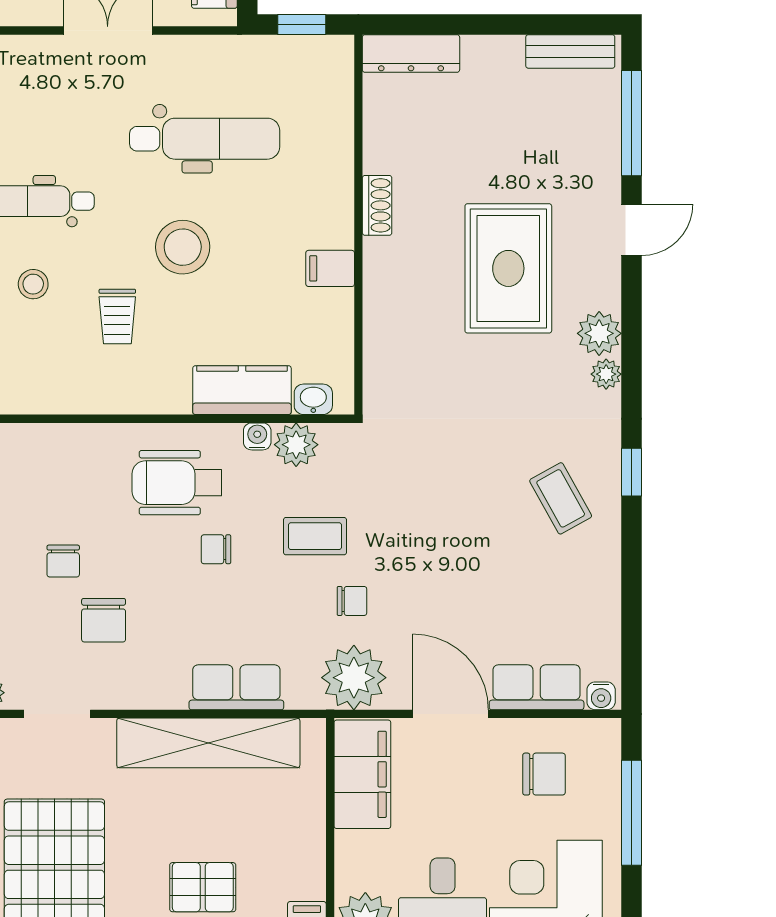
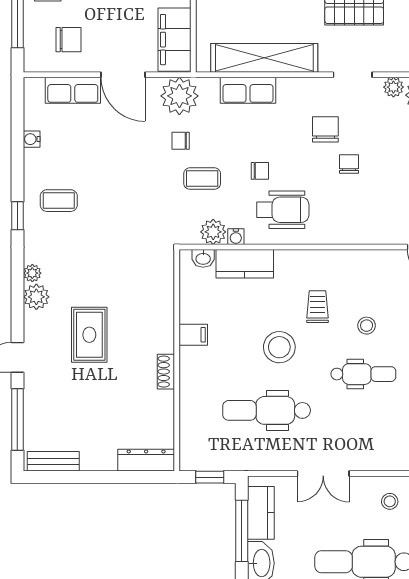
rug: (508, 268) -> (89, 335), width x0.73, depth x0.70
coffee table: (561, 498) -> (59, 201), turned -61
water cooler: (601, 696) -> (32, 139), moved, turned -90
chair: (544, 774) -> (68, 40), turned 180

